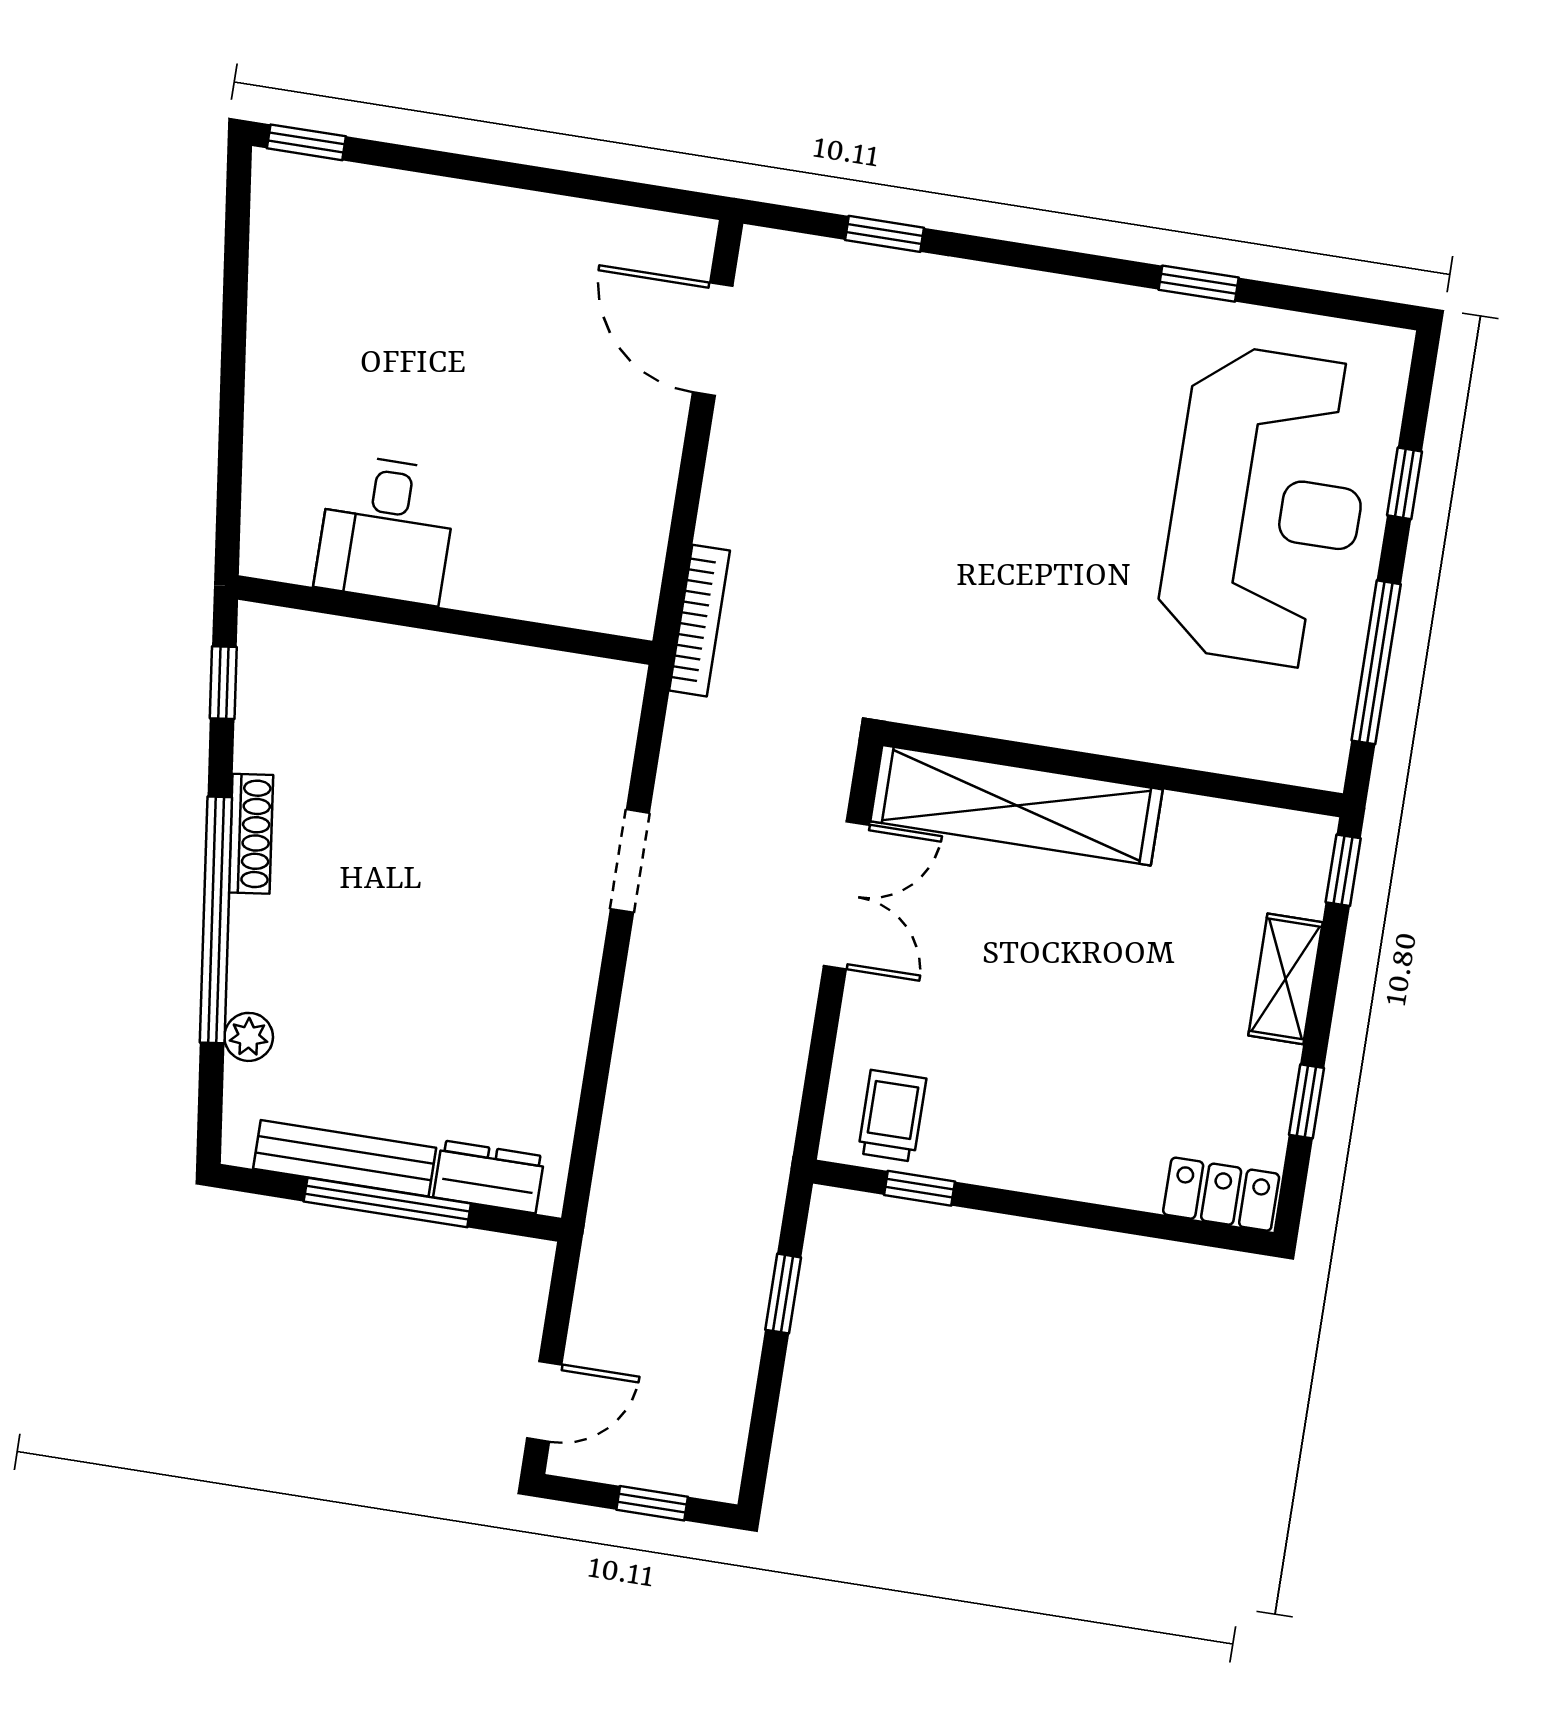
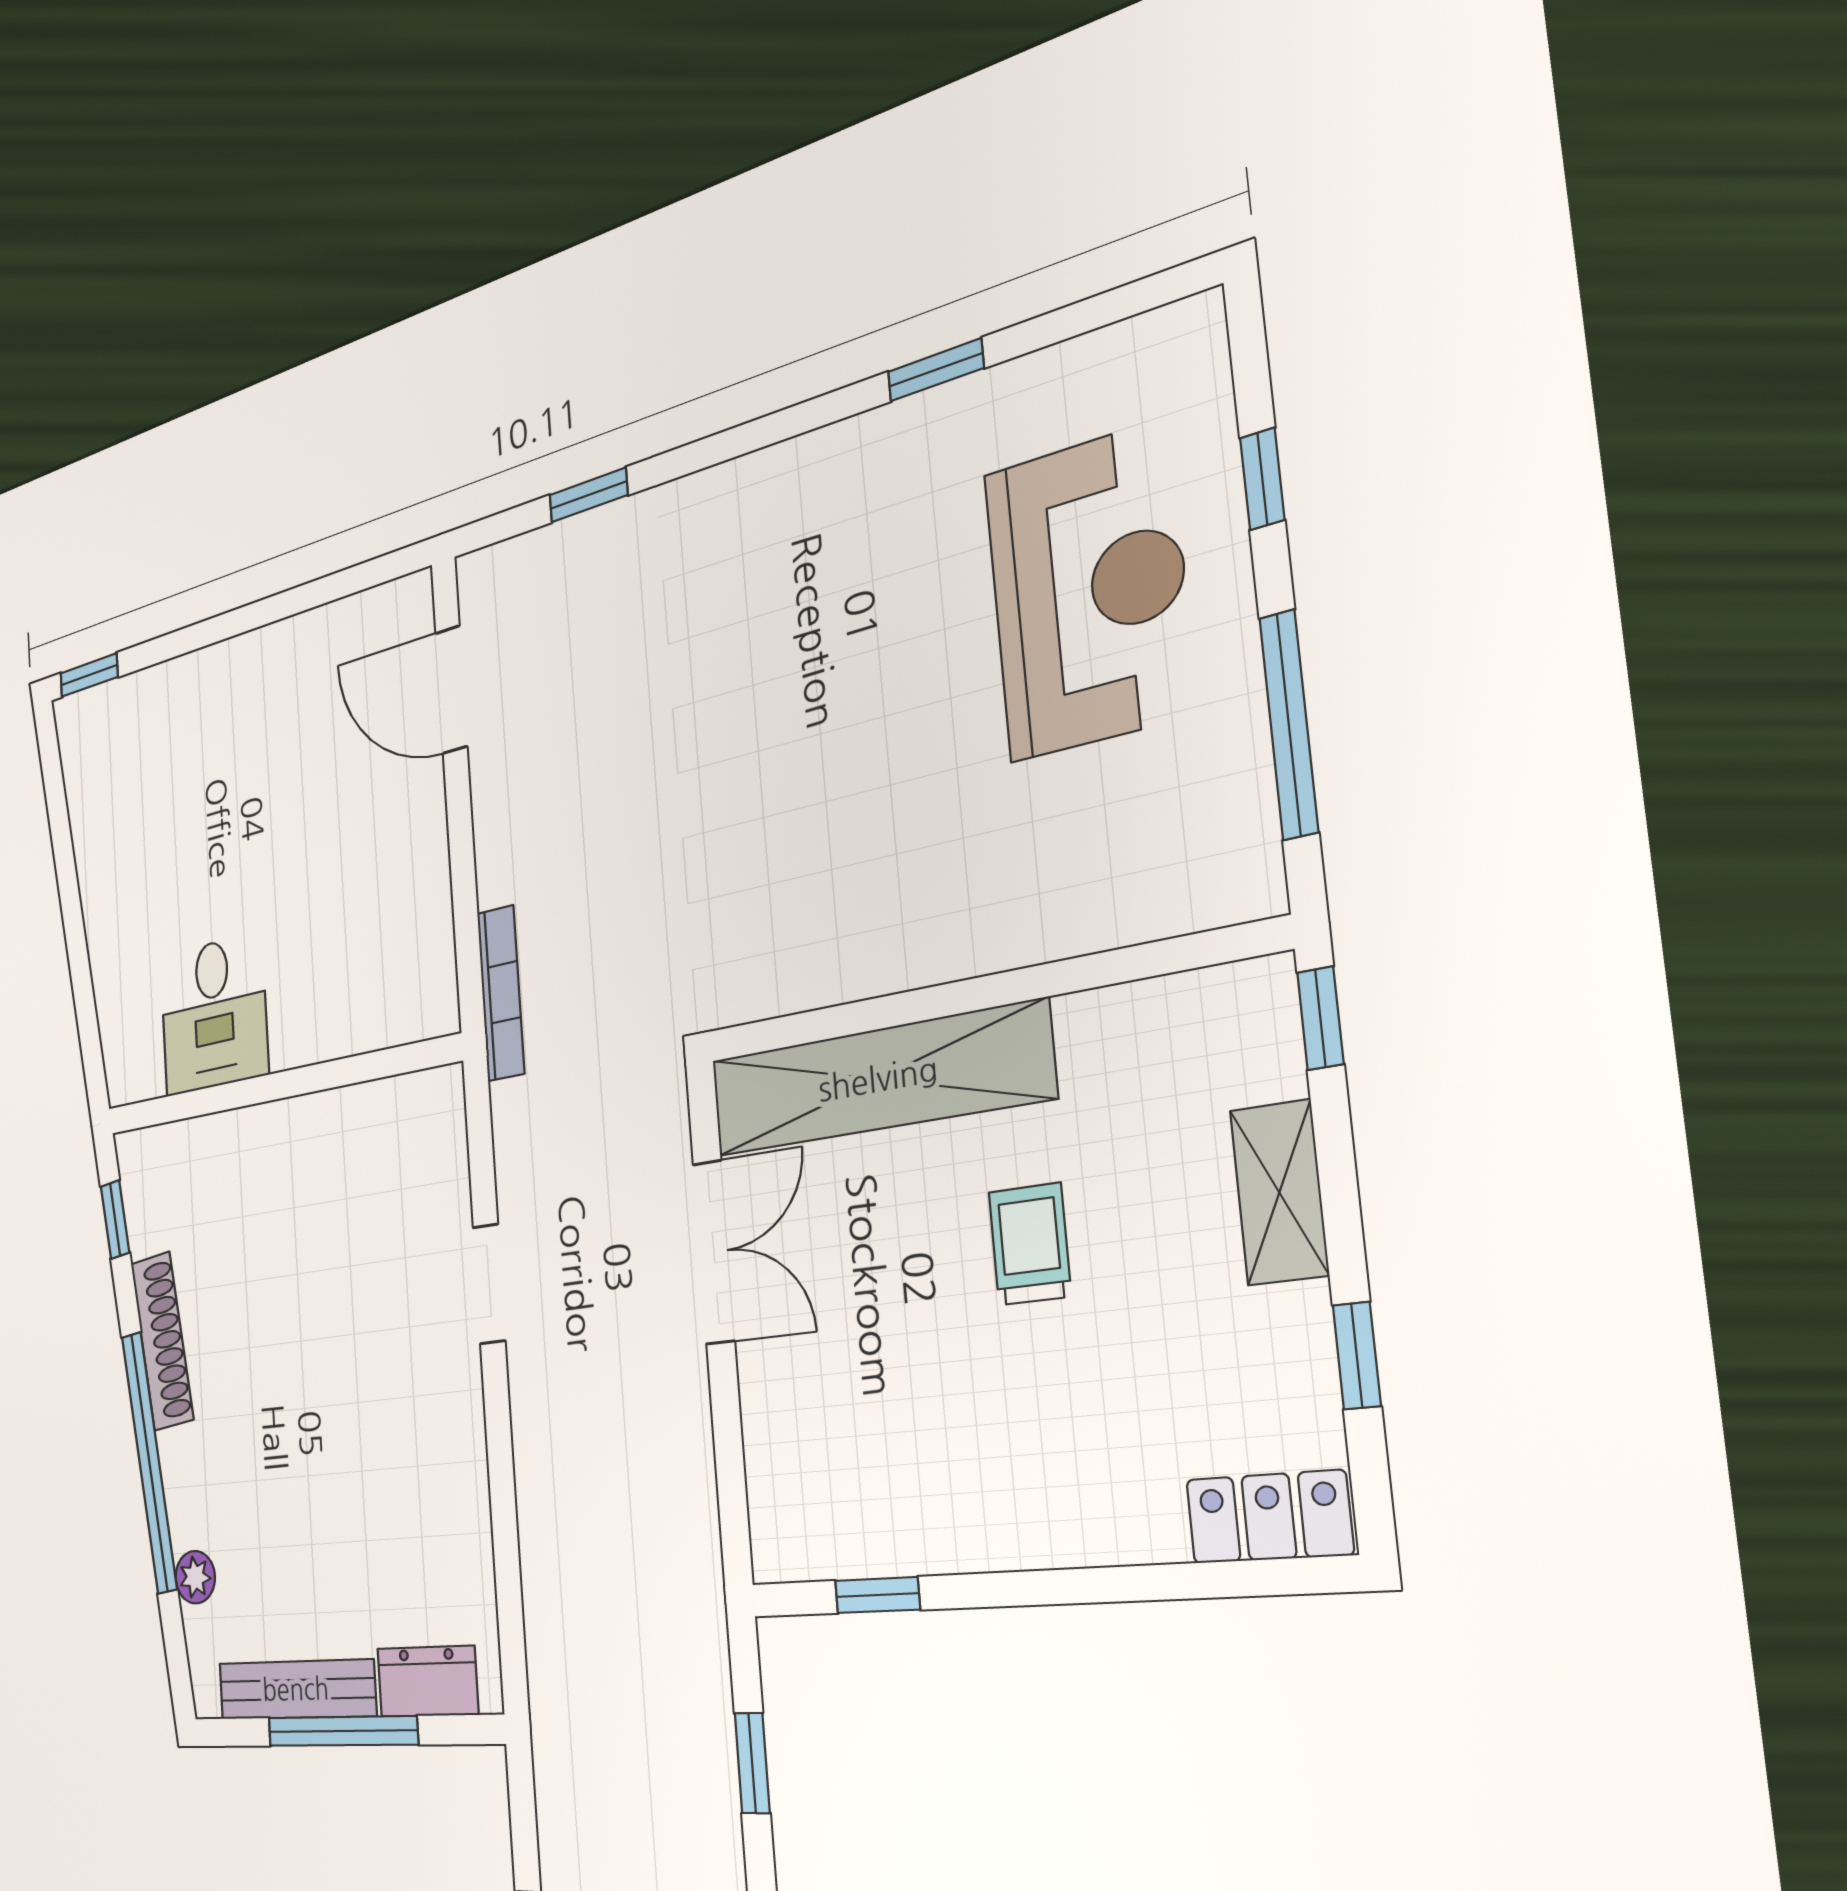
reception desk: (1267, 507) -> (1089, 592), width x0.74, depth x0.77
shoe rack: (251, 834) -> (162, 1341), width x1.36, depth x1.24
trolley: (892, 1116) -> (1030, 1244), moved

